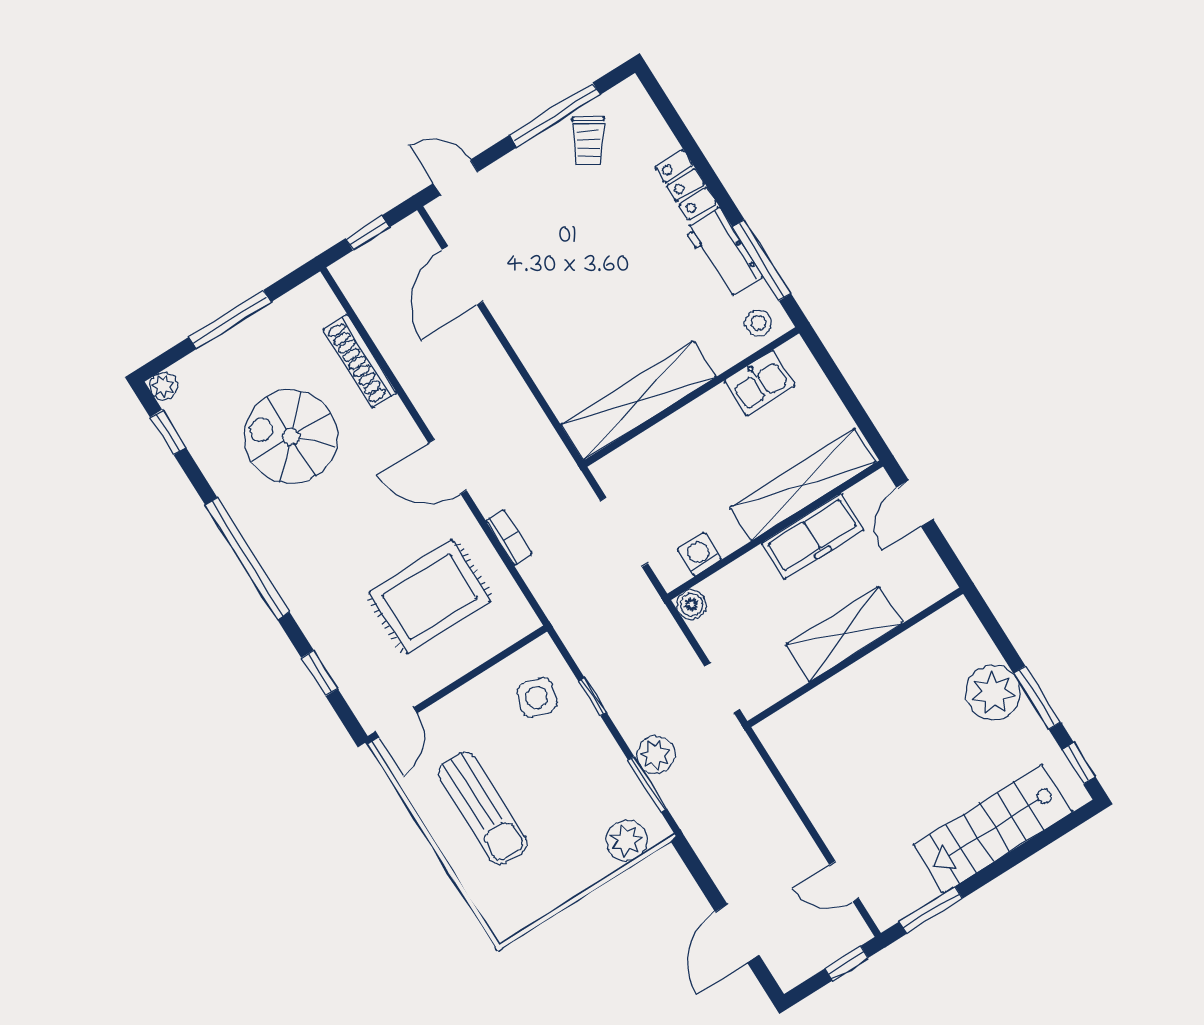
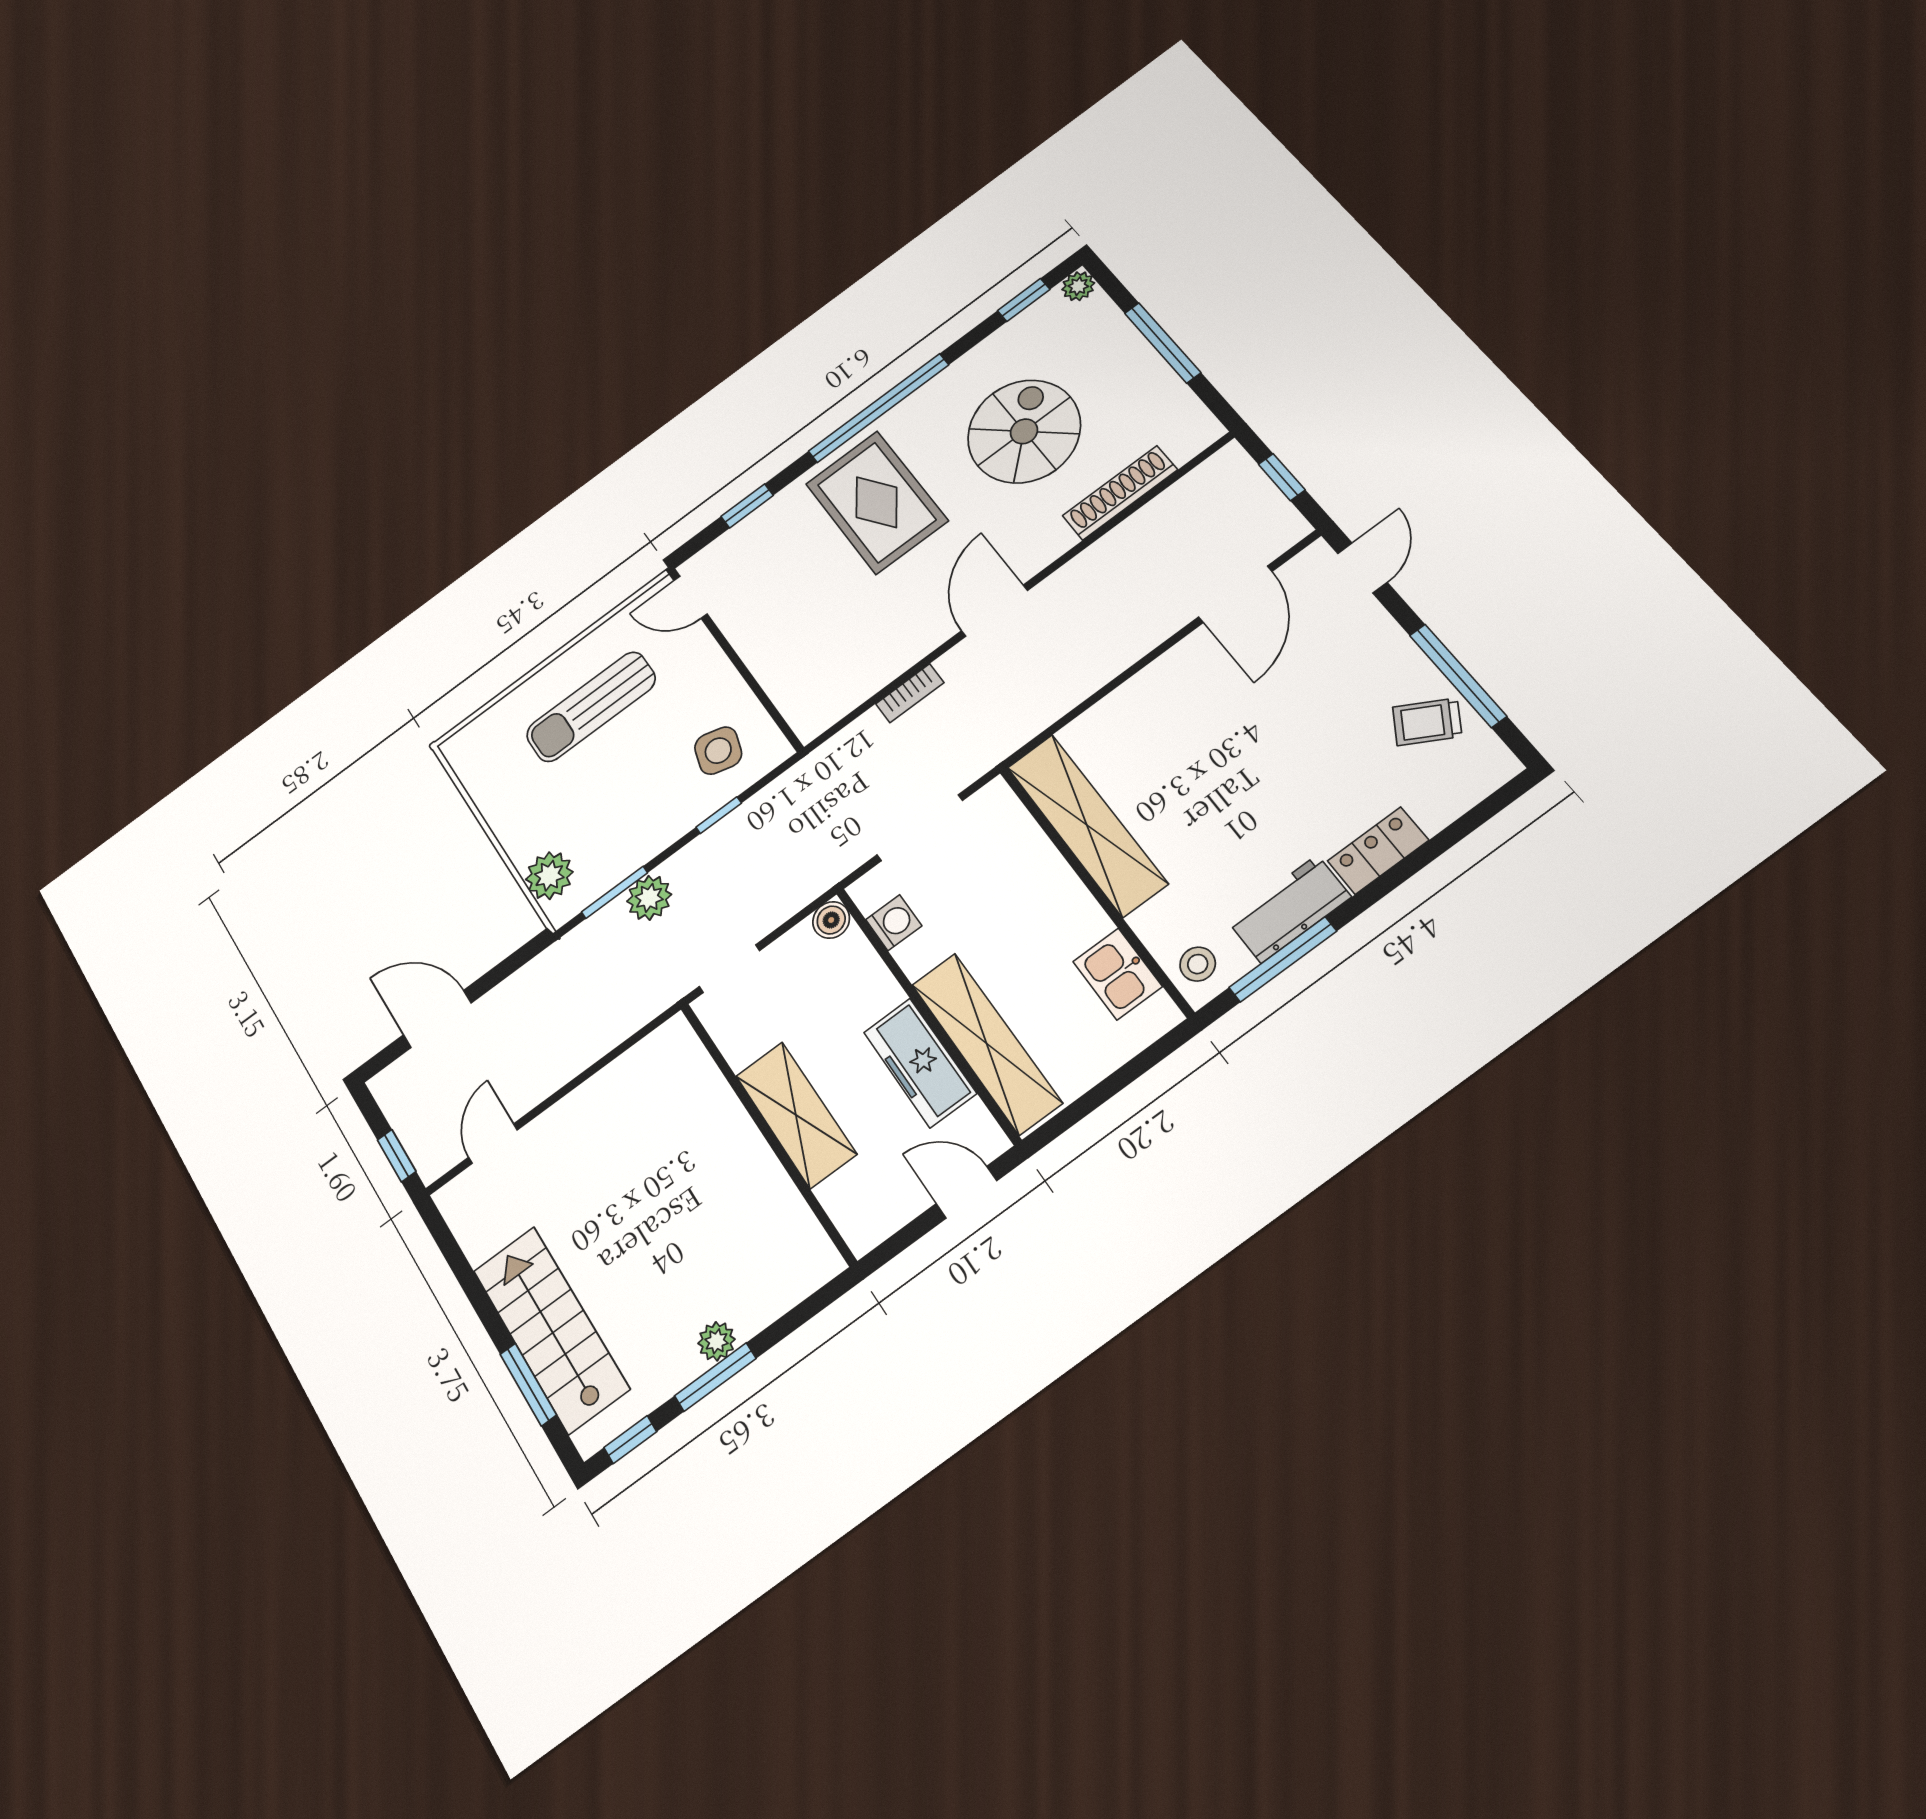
door: (463, 276) -> (1235, 594), swing flipped
rug: (430, 597) -> (877, 502), moved
plant: (993, 693) -> (717, 1341), width x0.53, depth x0.53
window: (931, 910) -> (528, 1384), moved

